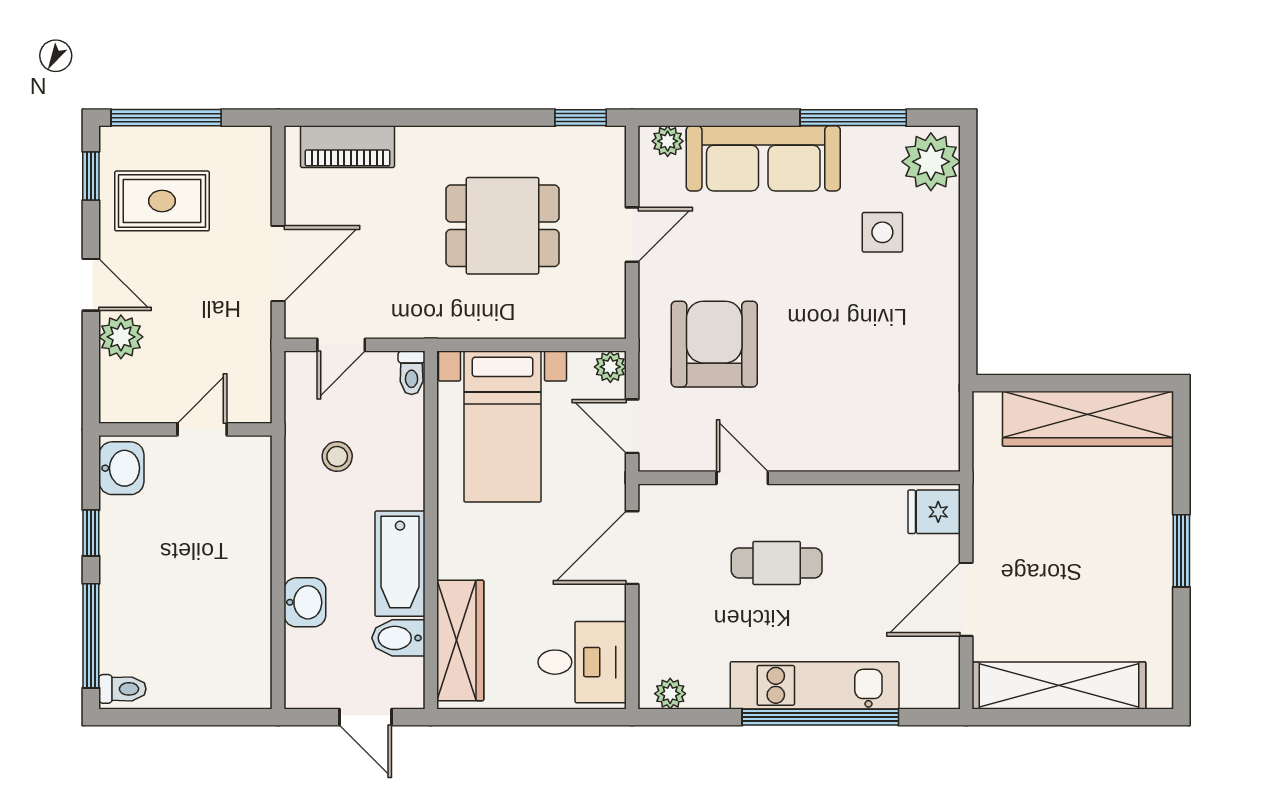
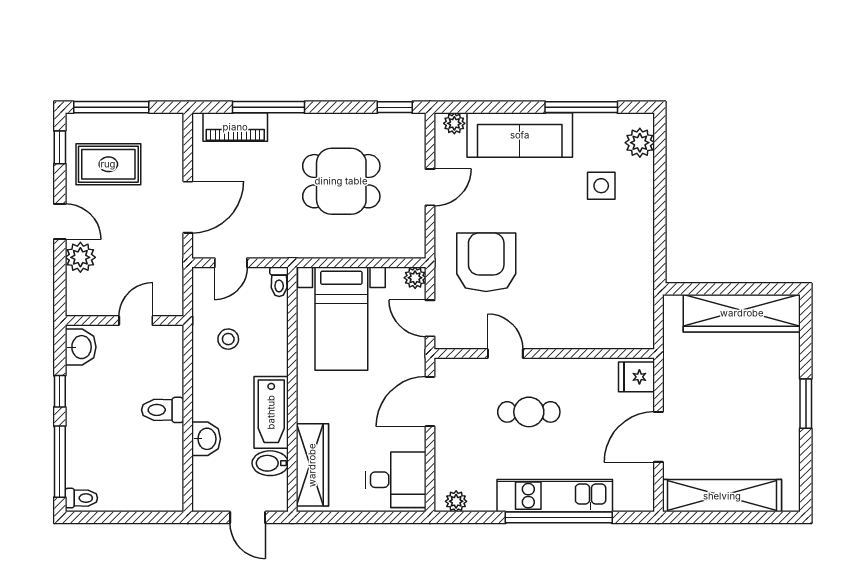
window: (396, 118) -> (269, 107), added
plant: (931, 162) -> (640, 143), width x0.73, depth x0.73
toilet: (241, 560) -> (163, 410), added

